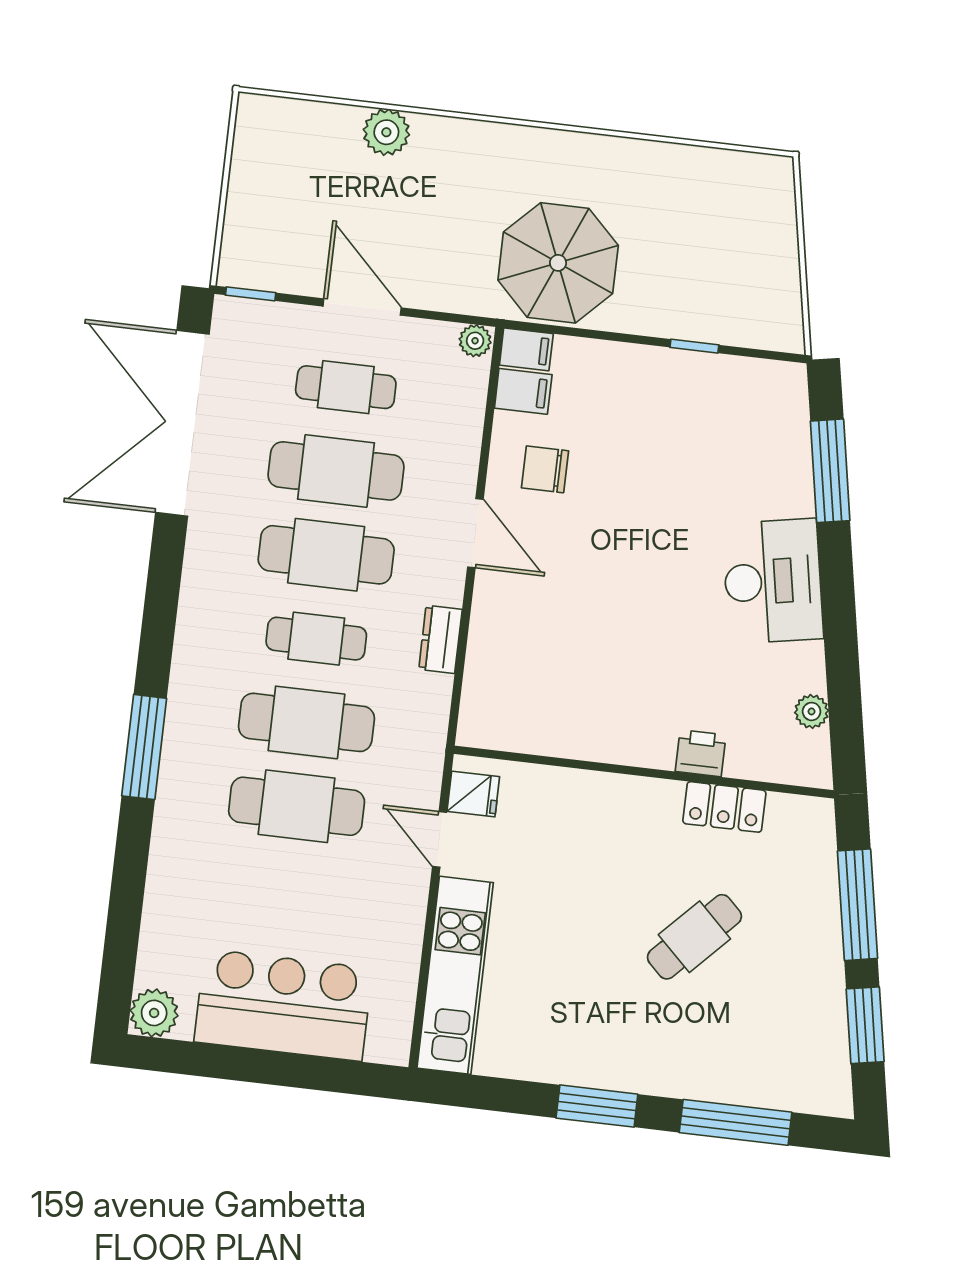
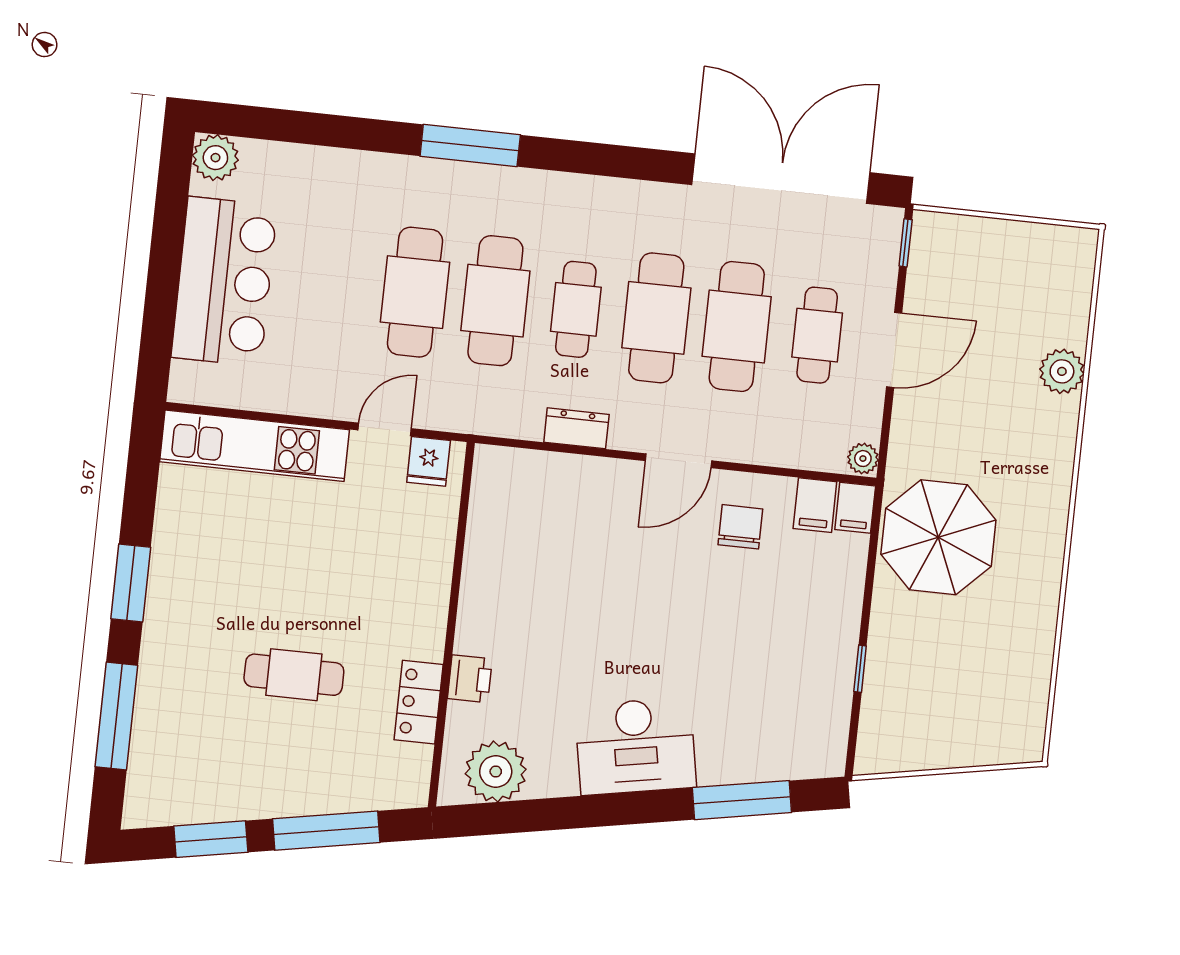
plant: (812, 711) -> (496, 772), width x1.87, depth x1.87
cafe table: (694, 937) -> (294, 675), turned -44

